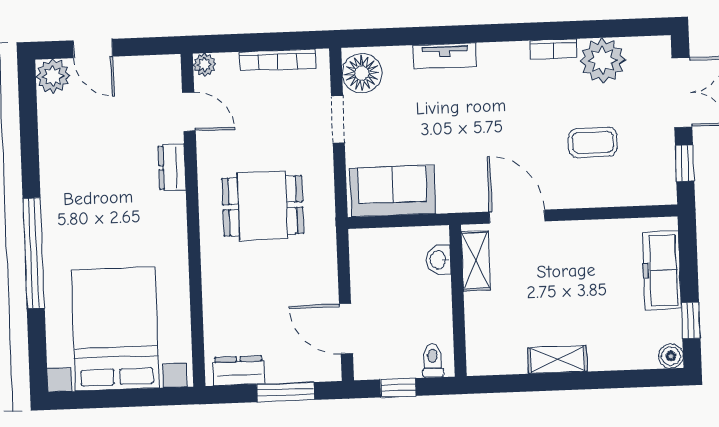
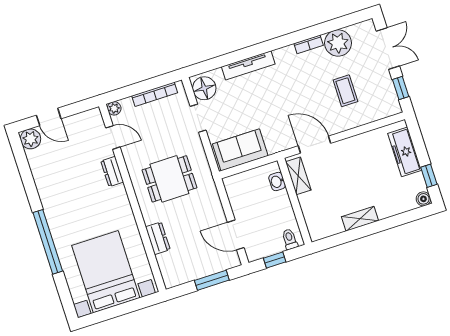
tv unit: (445, 56) -> (248, 65), width x1.41
coffee table: (593, 142) -> (345, 91), turned 90
dresser: (239, 371) -> (158, 238), moved, turned 90

